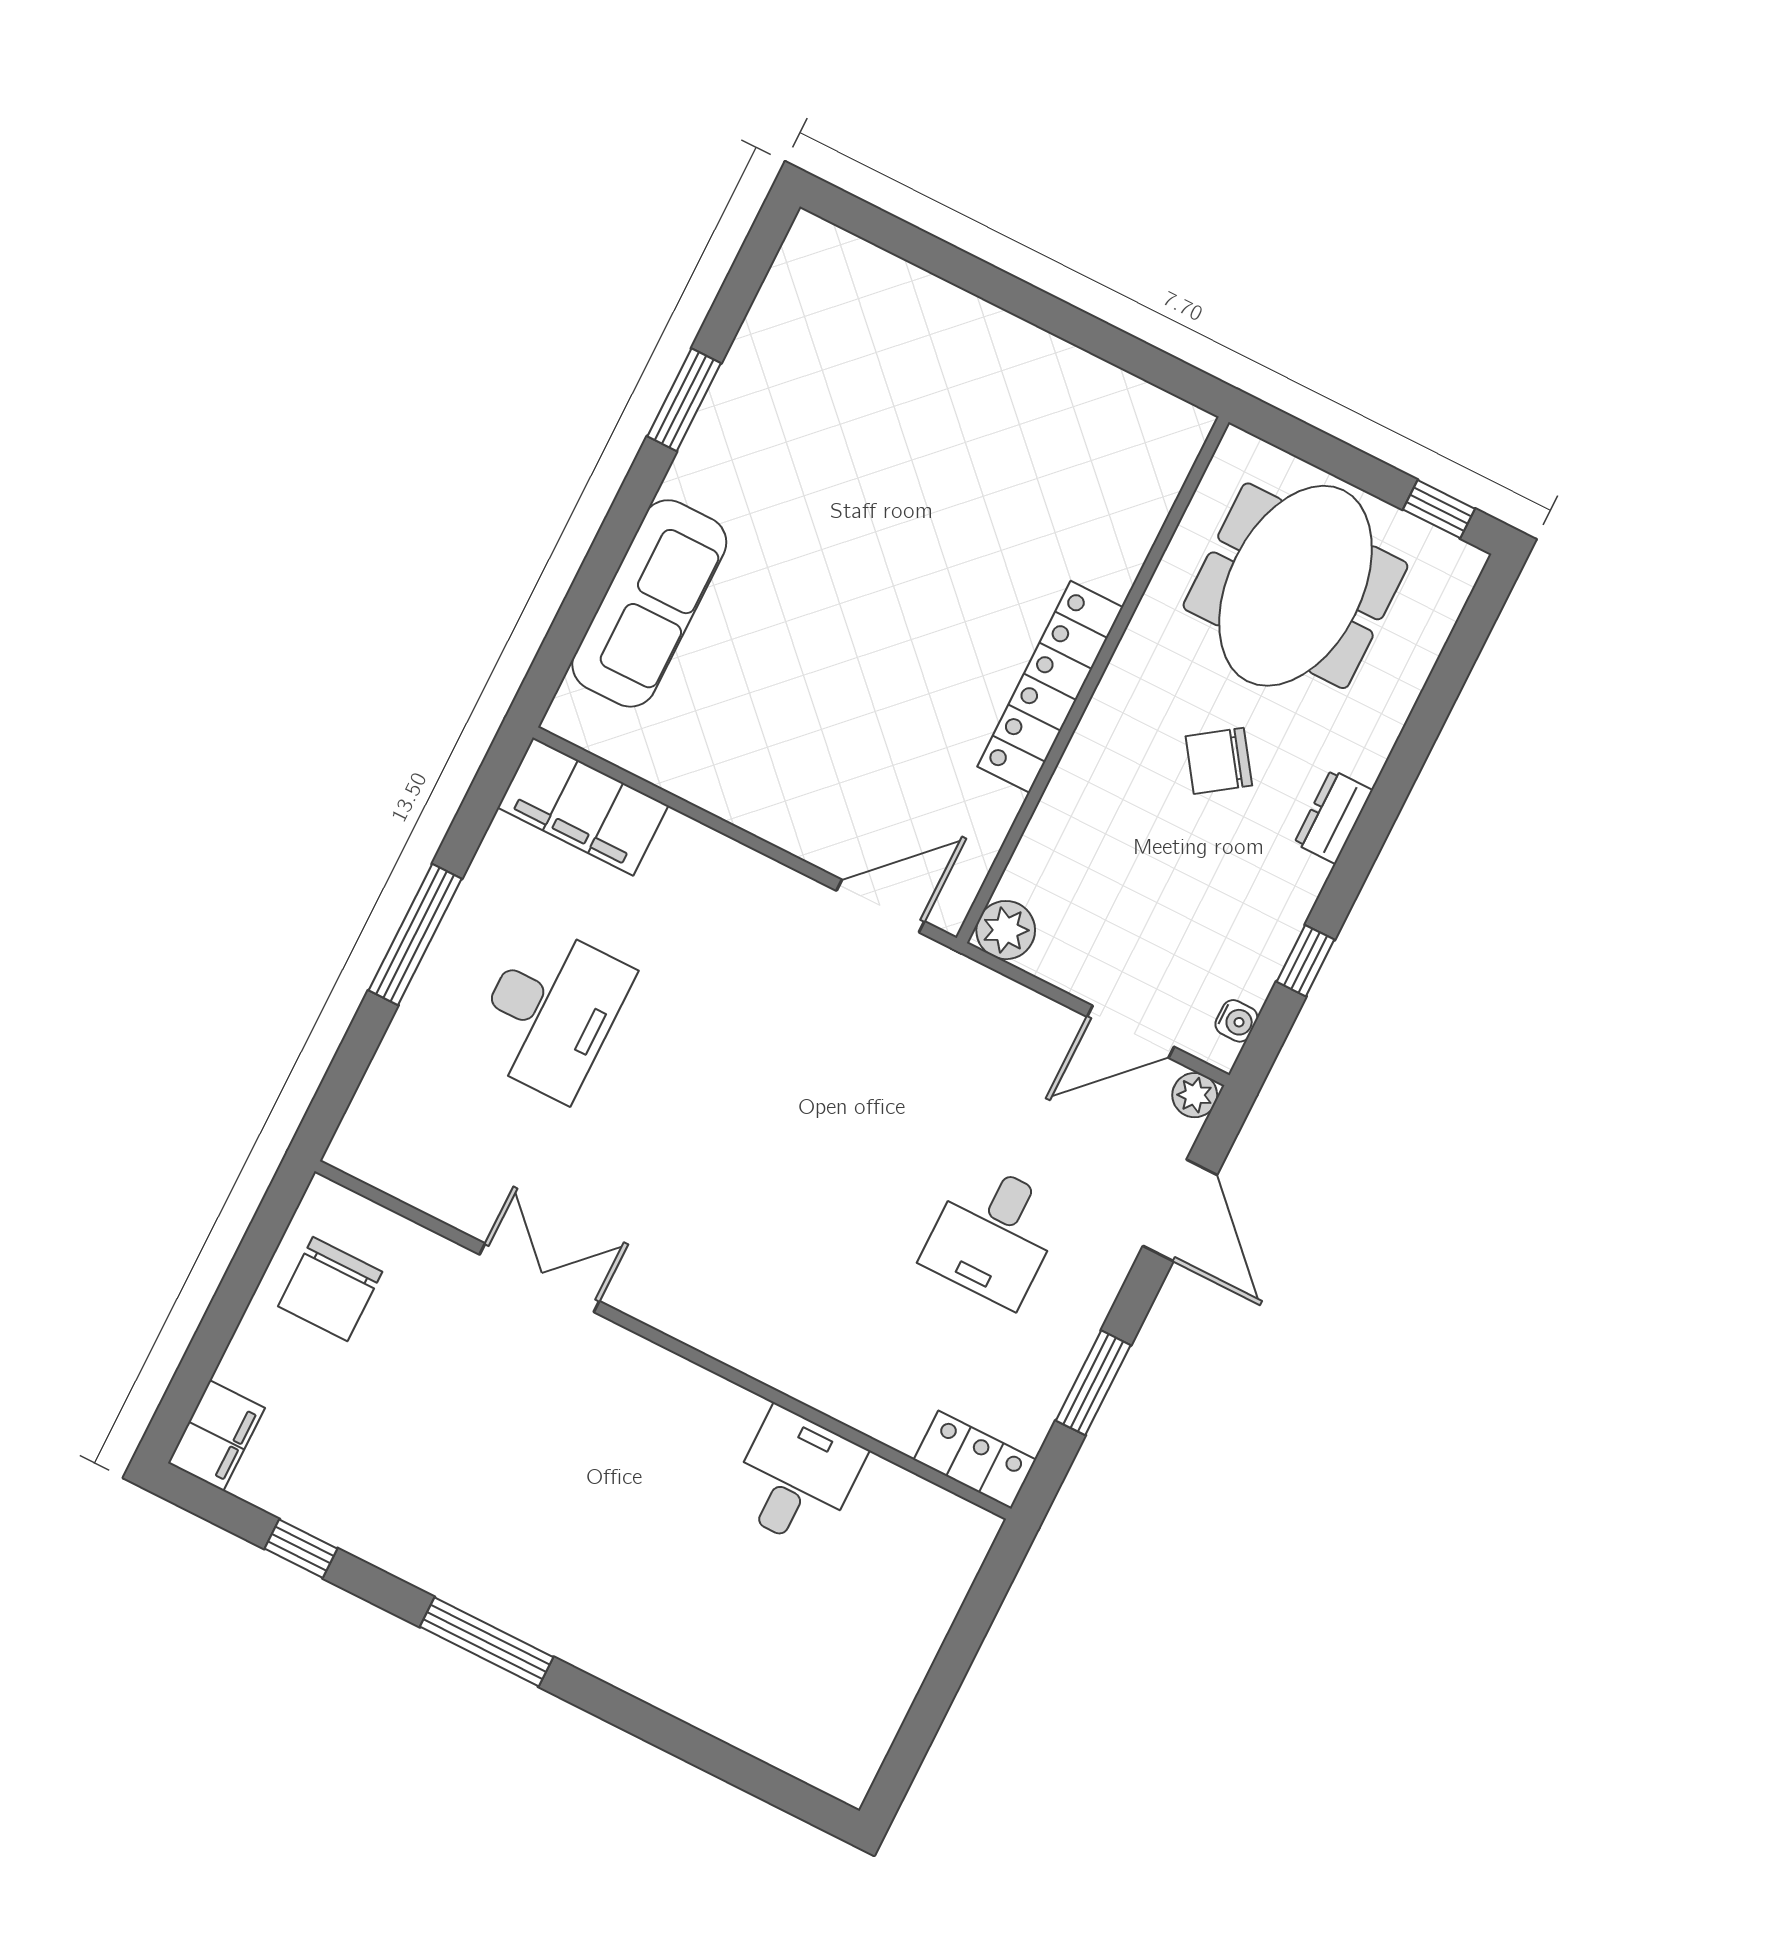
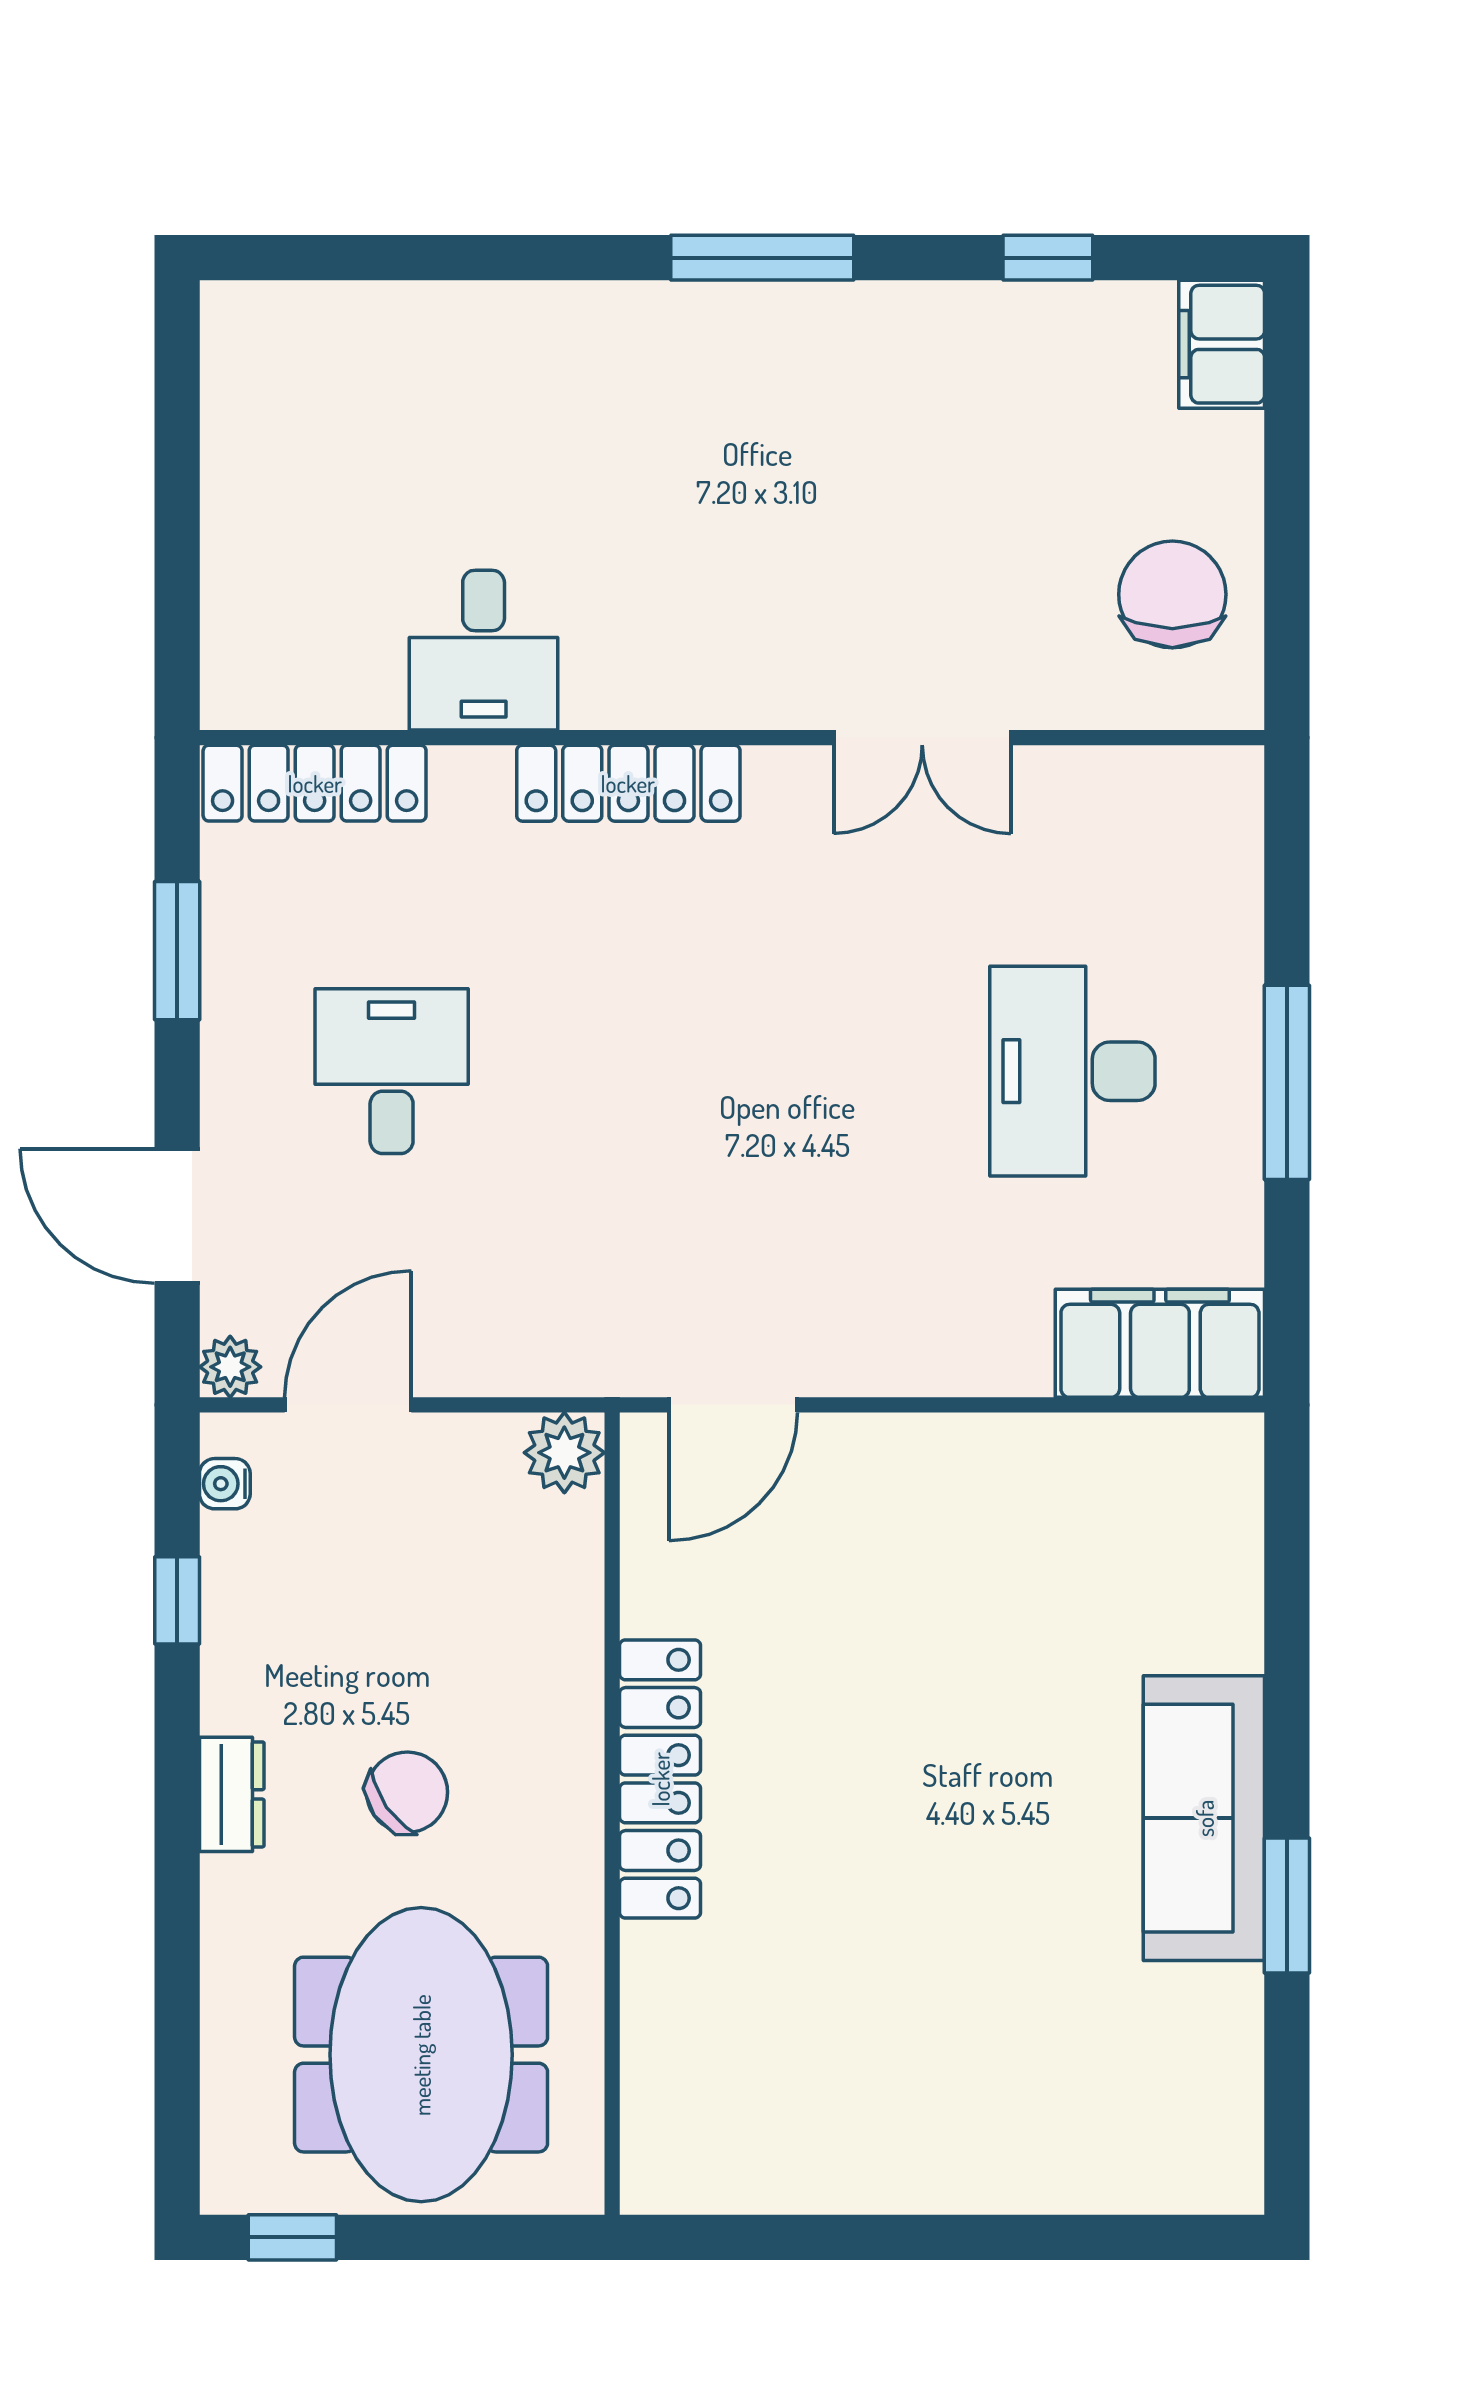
sofa: (649, 603) -> (1204, 1818), moved
locker: (745, 1344) -> (628, 783), added
locker: (975, 1460) -> (315, 783), width x1.53

